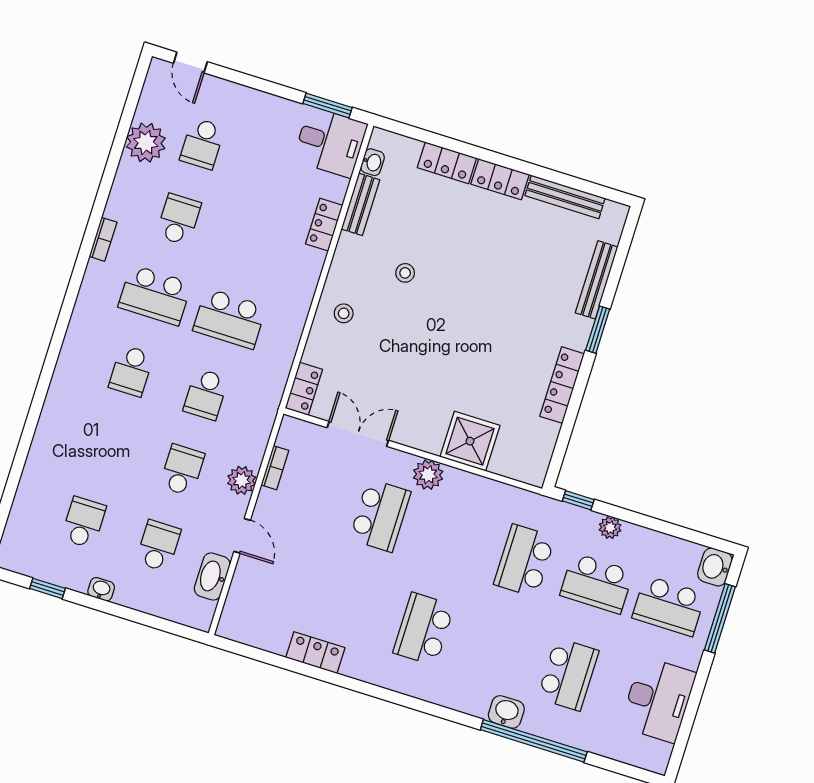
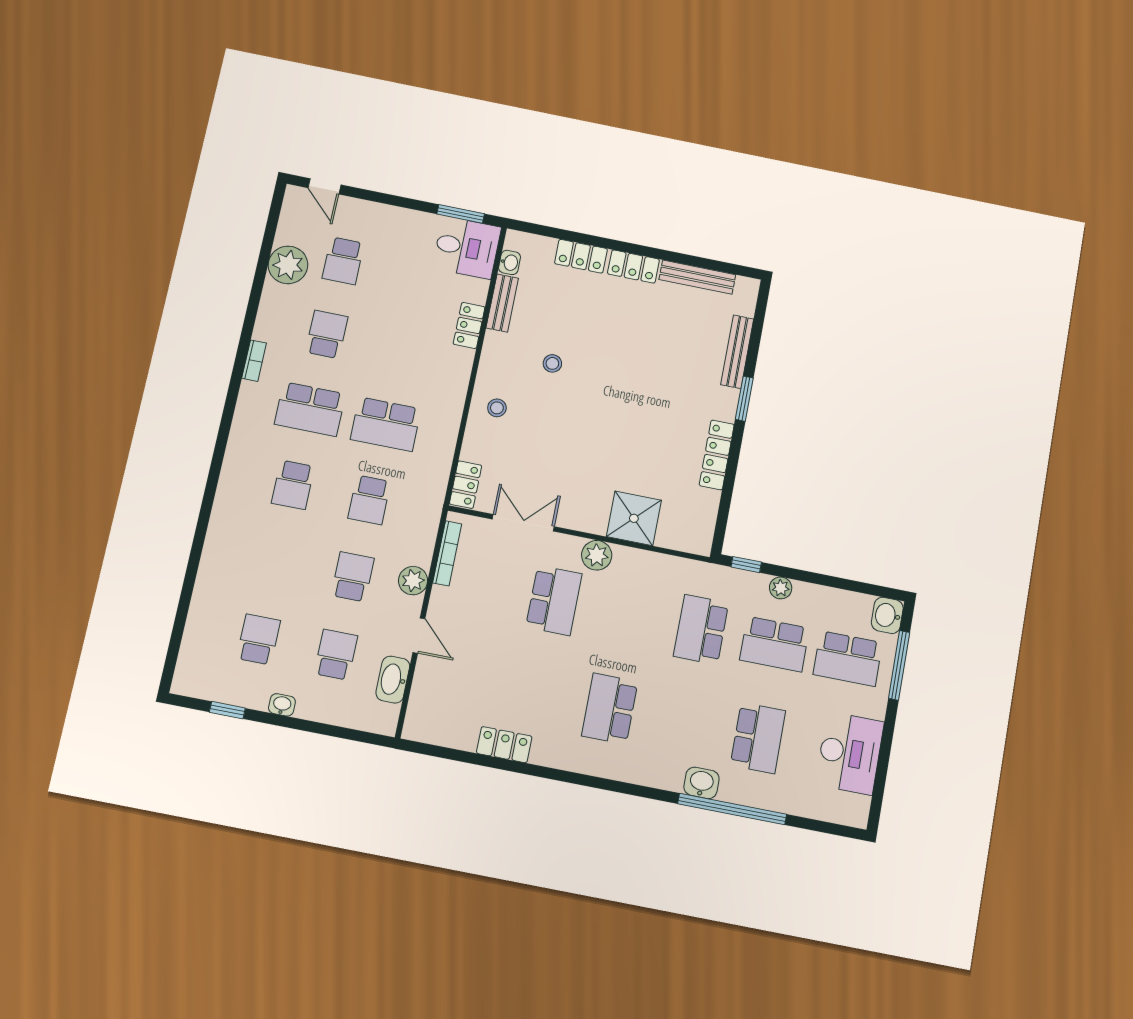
bookcase: (275, 468) -> (447, 553), width x1.56

